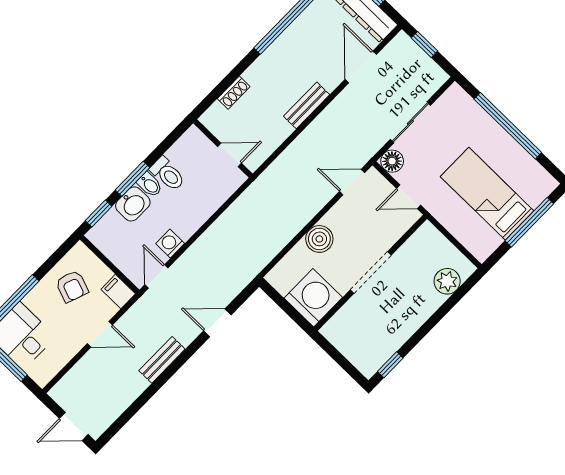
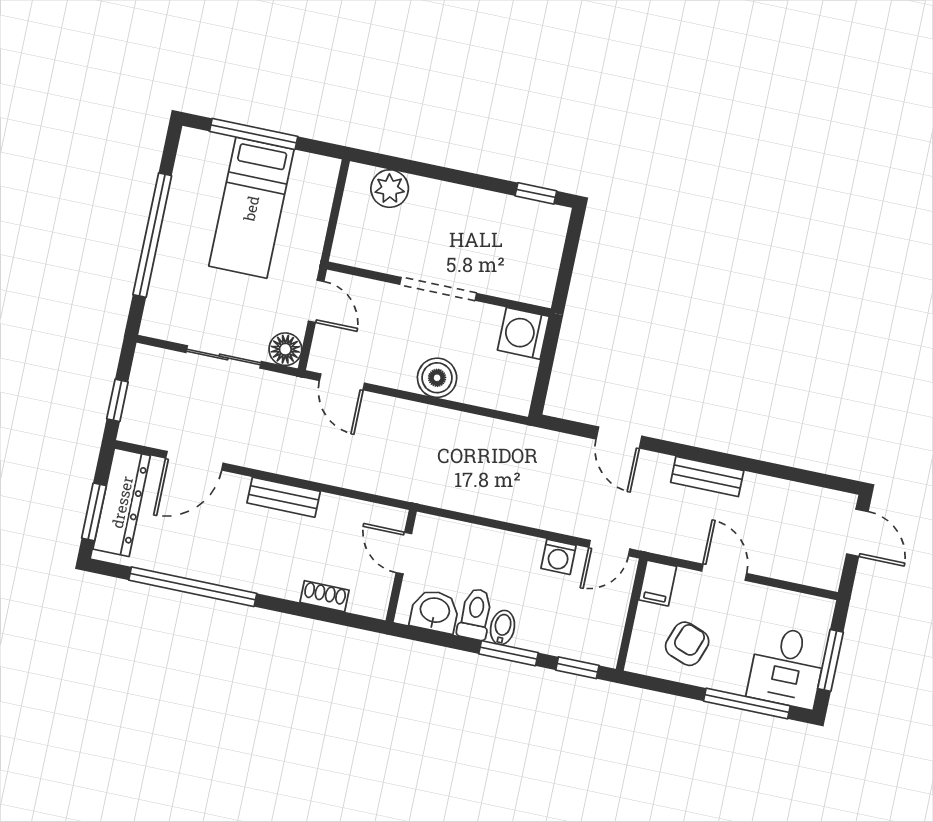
washbasin: (133, 204) -> (435, 611), moved
washing machine: (313, 298) -> (523, 333), width x0.73, depth x0.73

